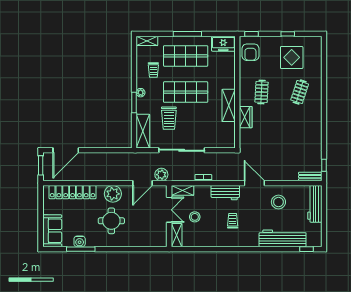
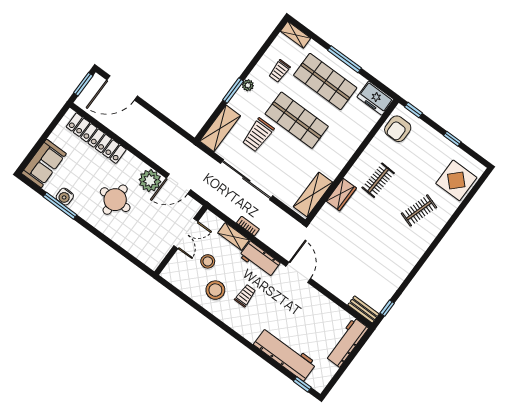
display table: (292, 57) -> (456, 180), moved
shelving: (229, 105) -> (313, 195), moved
plant: (161, 175) -> (205, 190), removed
shelving: (182, 190) -> (233, 236), moved
plant: (113, 194) -> (150, 181), moved
stool: (278, 202) -> (215, 290), moved
shelving: (177, 235) -> (174, 267), removed

